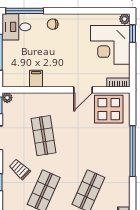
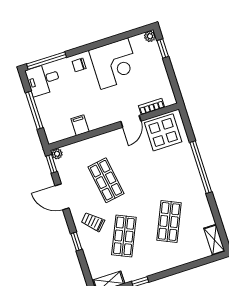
corner desk: (110, 45) -> (114, 64), moved, turned -90
bookcase: (118, 83) -> (151, 107), moved

